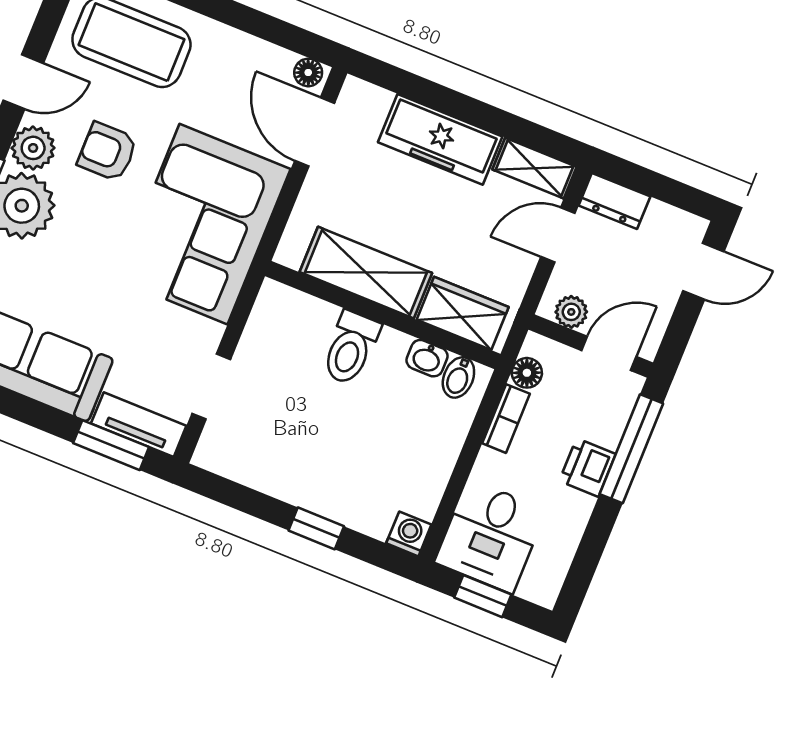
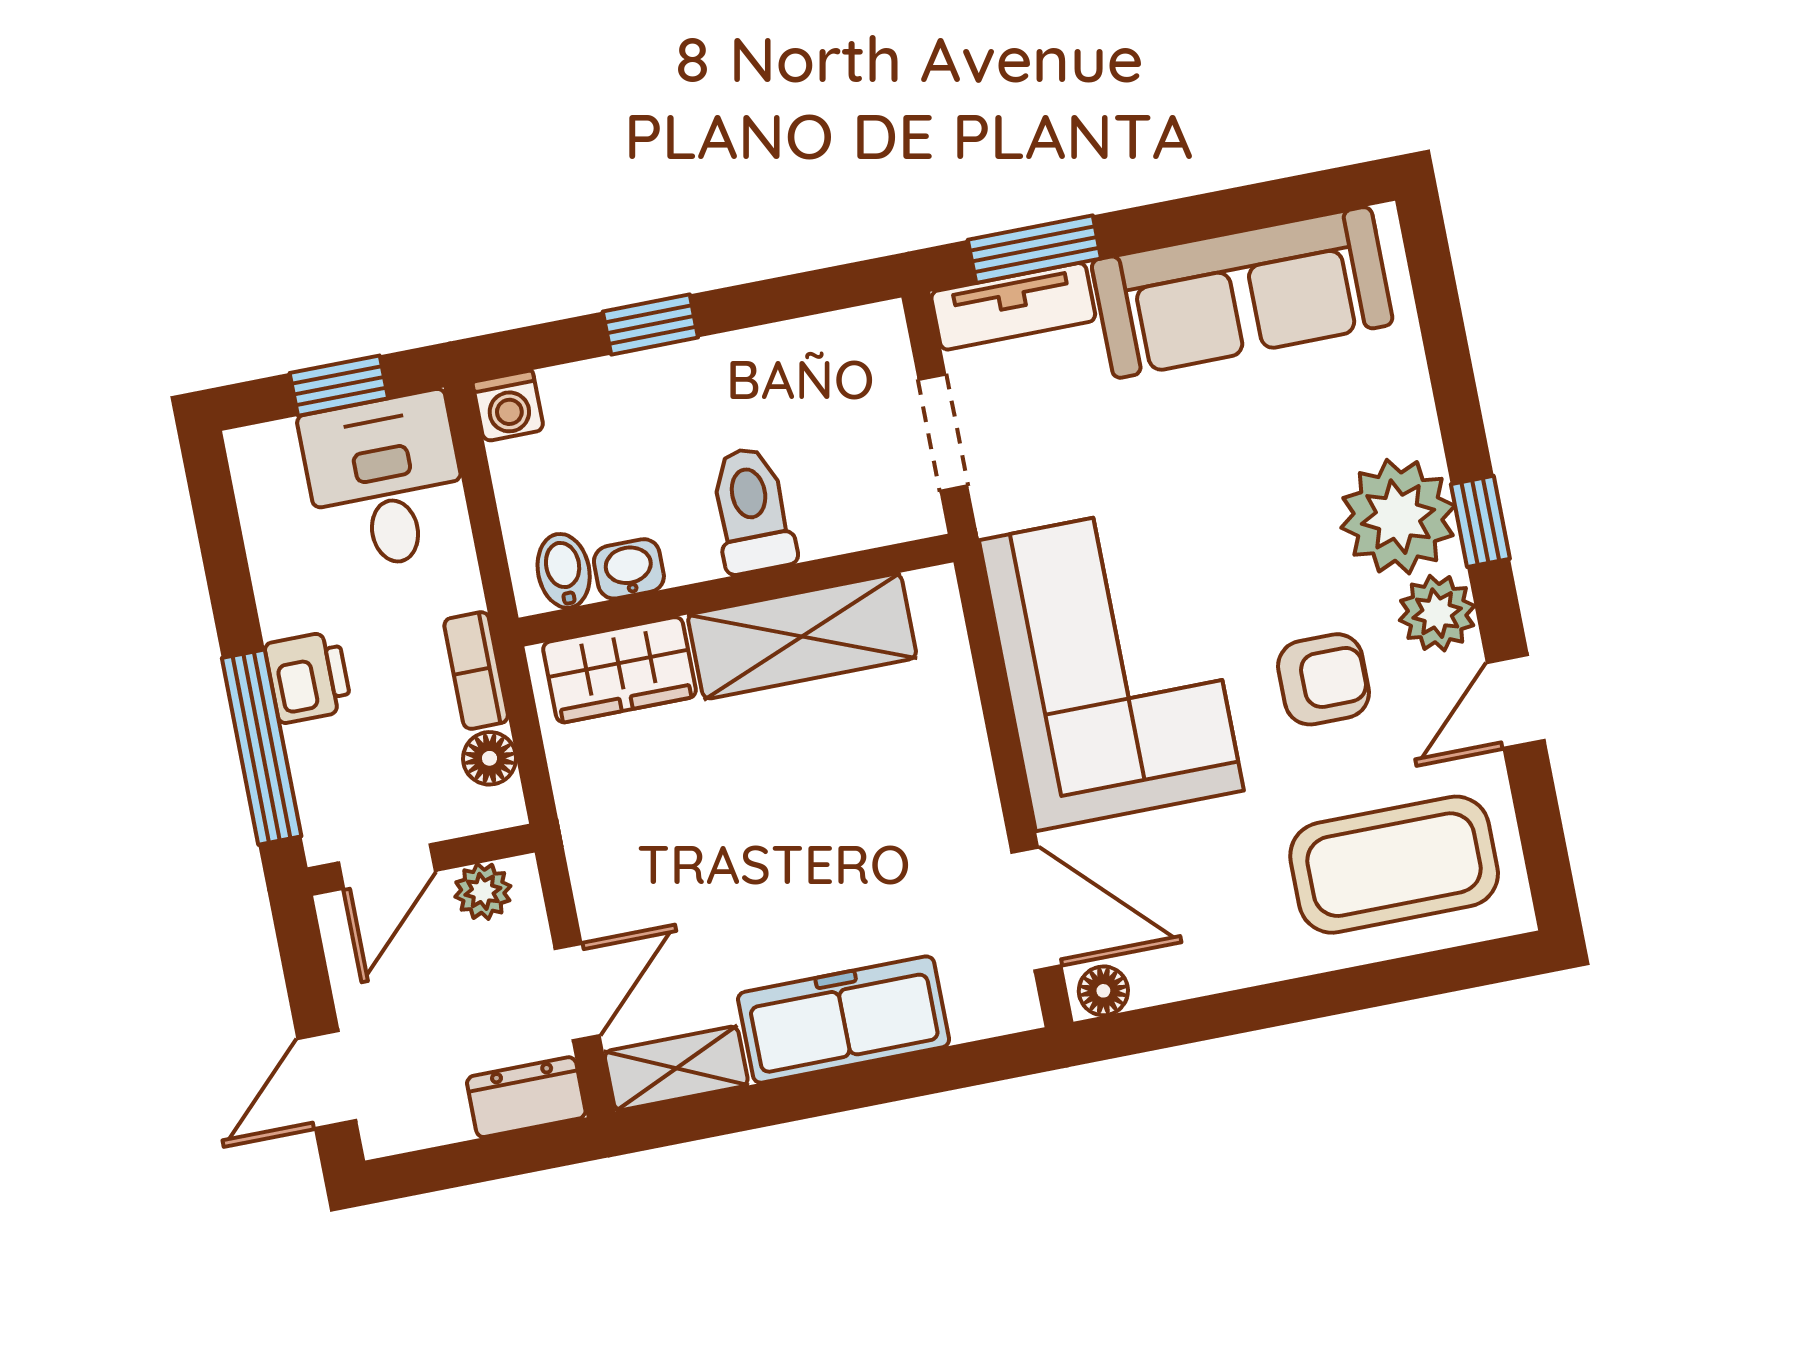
shelving: (366, 273) -> (802, 636), moved
wardrobe: (463, 313) -> (620, 670), moved
wall: (383, 315) -> (736, 590), moved
toilet: (351, 348) -> (752, 510), moved
washbasin: (427, 358) -> (629, 569), moved
bidet: (458, 377) -> (564, 571), moved

